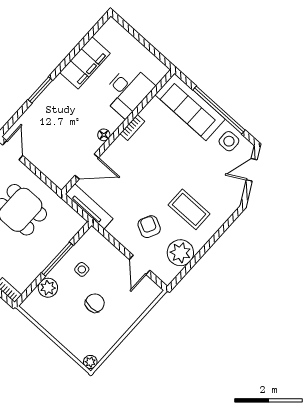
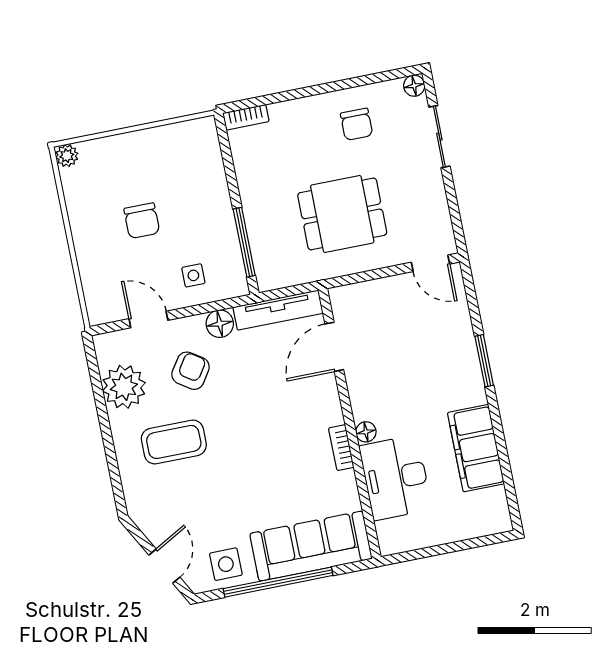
floor lamp: (104, 135) -> (366, 432), moved
armchair: (149, 227) -> (191, 371), turned -83
floor lamp: (116, 229) -> (220, 324), added
window: (57, 259) -> (244, 242), moved
side table: (82, 269) -> (193, 275), moved
plant: (48, 288) -> (210, 173), removed

